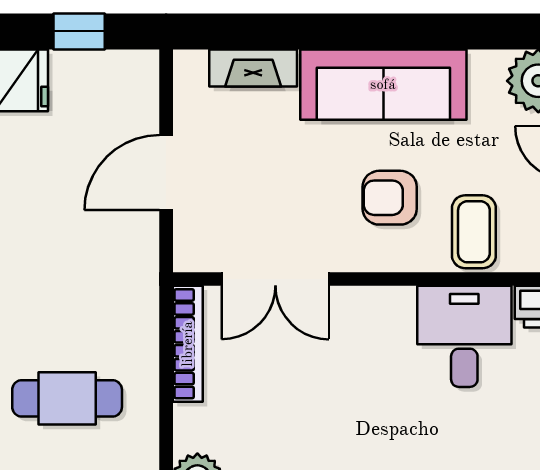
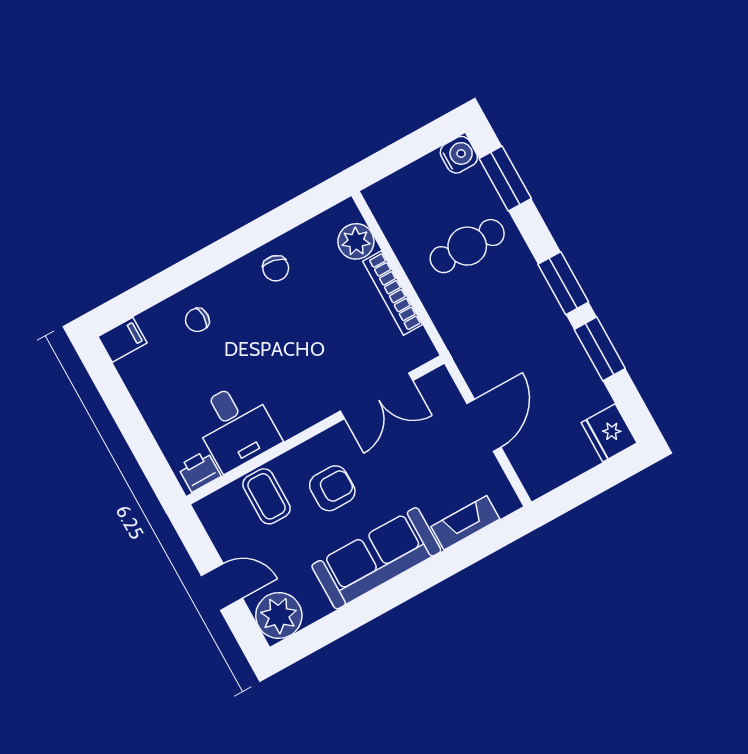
window: (79, 31) -> (589, 485), removed
double door: (275, 279) -> (377, 396), swing flipped
bookcase: (188, 344) -> (393, 293), moved

